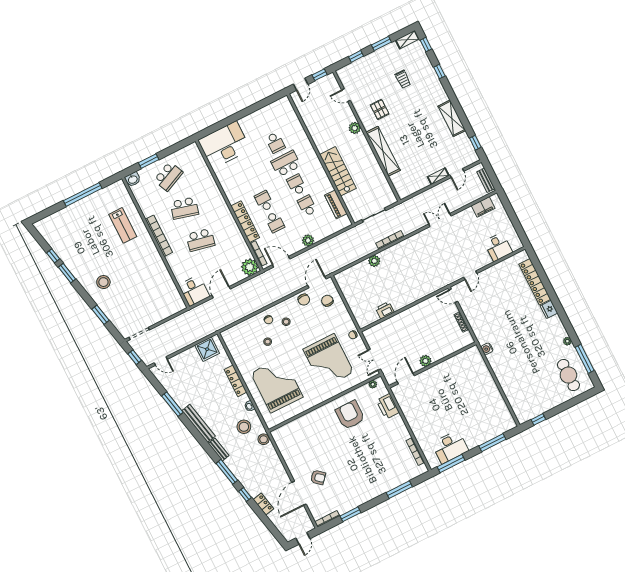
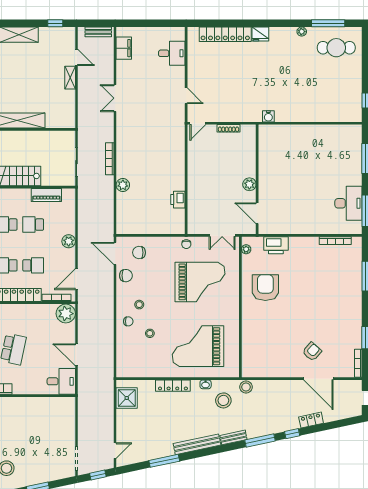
armchair: (350, 415) -> (265, 288), turned 90

